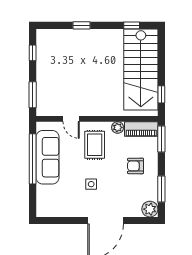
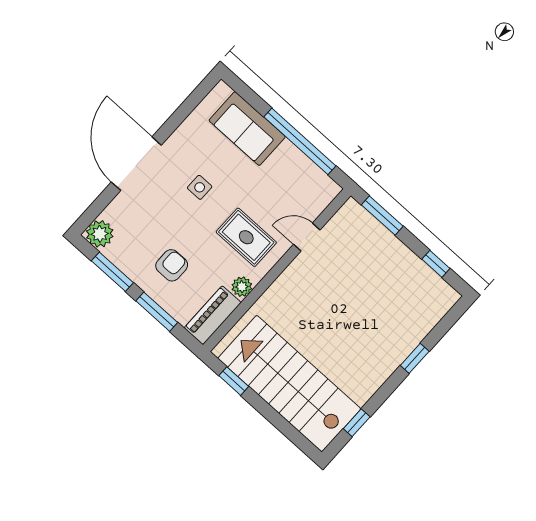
window: (161, 139) -> (157, 312), moved
sofa: (48, 157) -> (247, 129), moved, width x0.73

